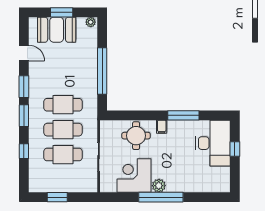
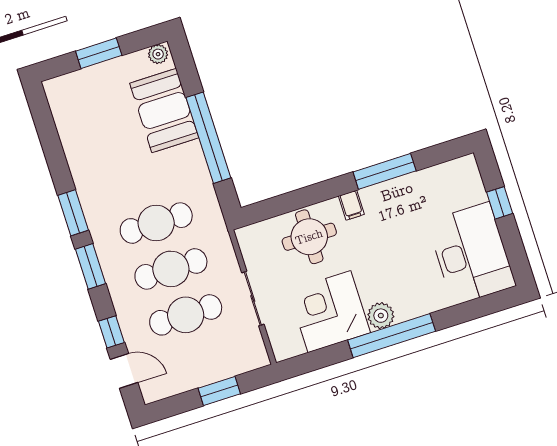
booth: (57, 30) -> (164, 110), moved, turned 90
door: (24, 53) -> (124, 371), moved
desk: (213, 143) -> (471, 254), moved
window: (57, 197) -> (219, 391), moved

